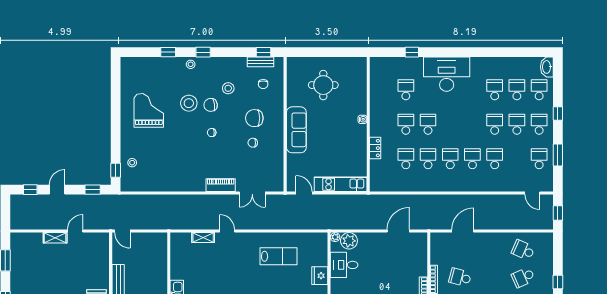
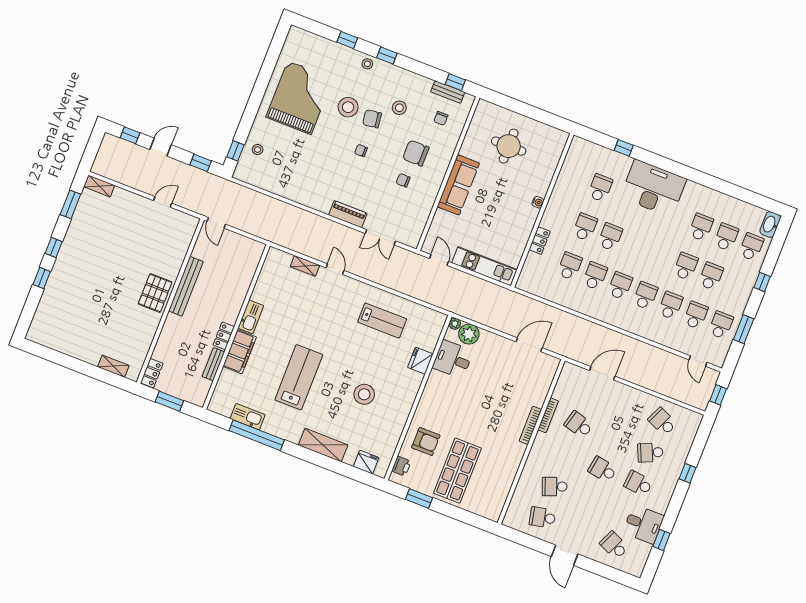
grand piano: (149, 110) -> (300, 98), width x1.37, depth x1.48
school desk: (539, 124) -> (696, 315), moved
shelving: (55, 238) -> (99, 186), moved

